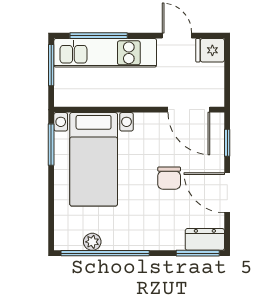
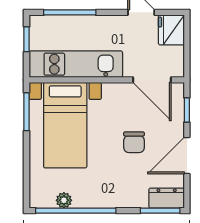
fridge: (210, 50) -> (171, 30), width x1.38
kitchen unit: (105, 53) -> (76, 64), moved, turned 180
window: (51, 65) -> (27, 39), width x0.67
door: (227, 193) -> (187, 156), hinge flipped

